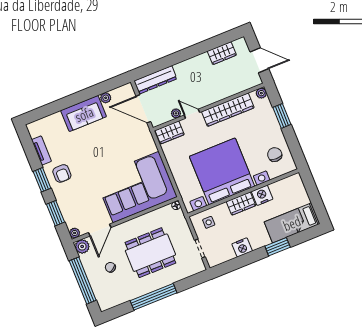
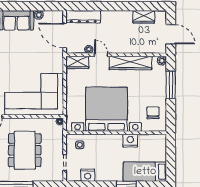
window: (282, 116) -> (171, 85), width x1.44
wardrobe: (241, 204) -> (111, 140), removed
nightstand: (242, 247) -> (88, 175), moved
dining table: (150, 253) -> (25, 150), turned 90

